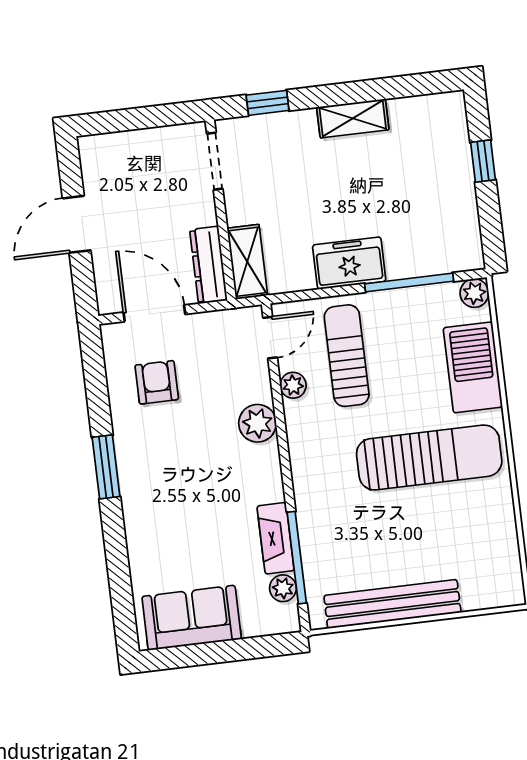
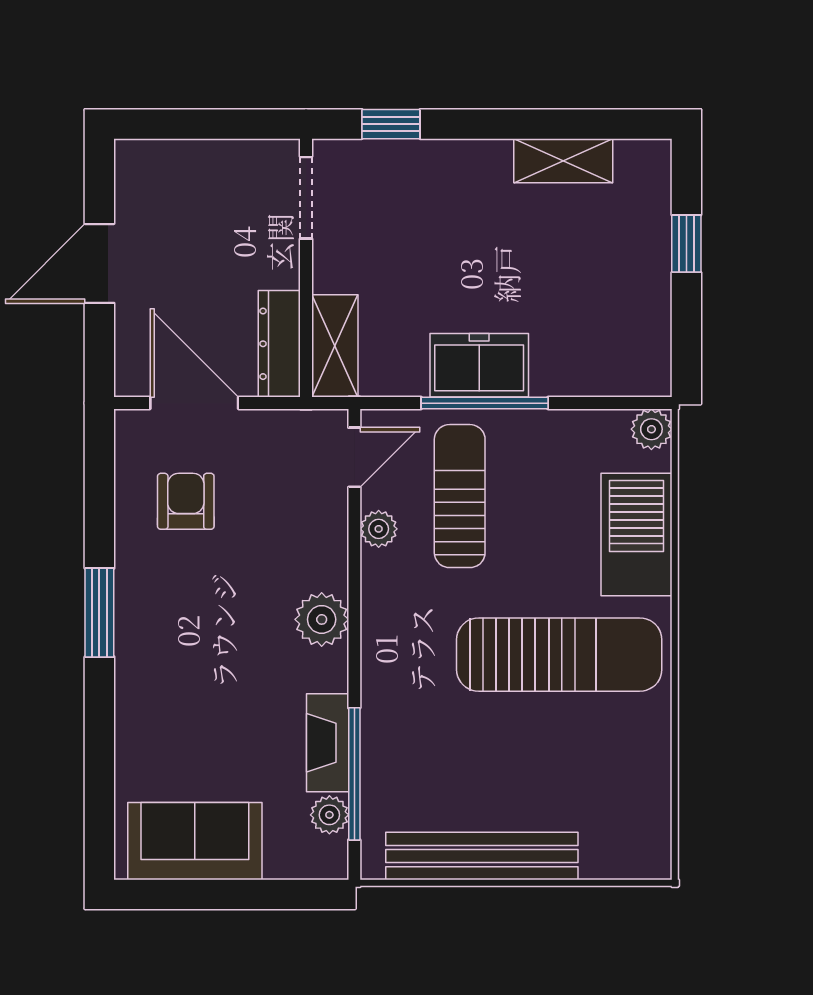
shelving: (353, 118) -> (563, 161), moved
window: (409, 282) -> (485, 403), moved
plant: (257, 423) -> (322, 619), moved

